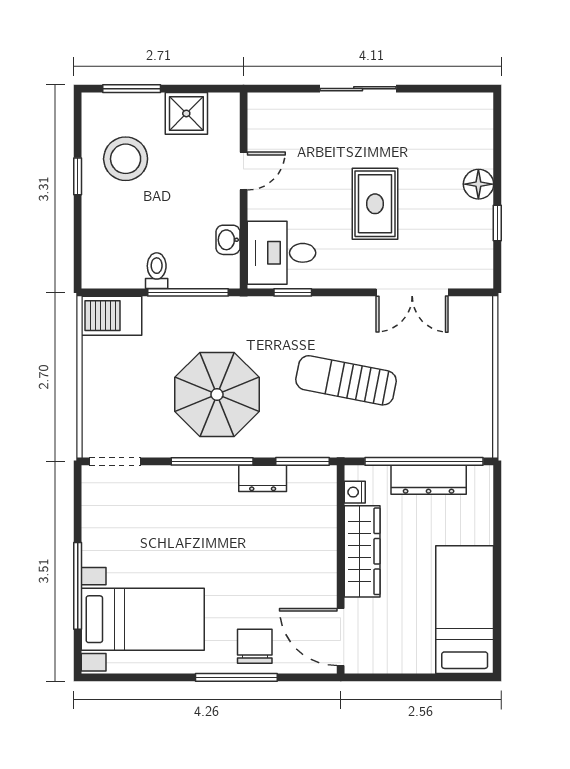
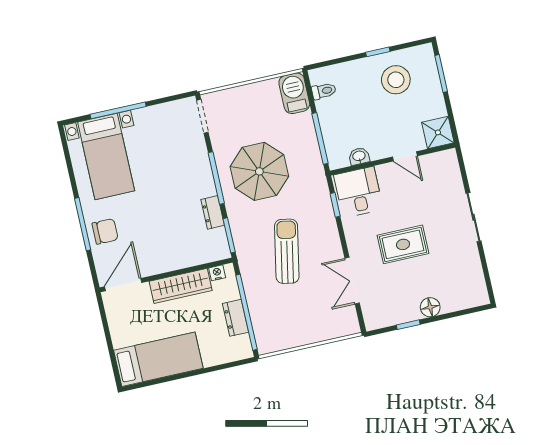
shower: (186, 113) -> (438, 132), moved
toilet: (157, 271) -> (324, 91), moved
dresser: (429, 480) -> (236, 318), width x0.70

